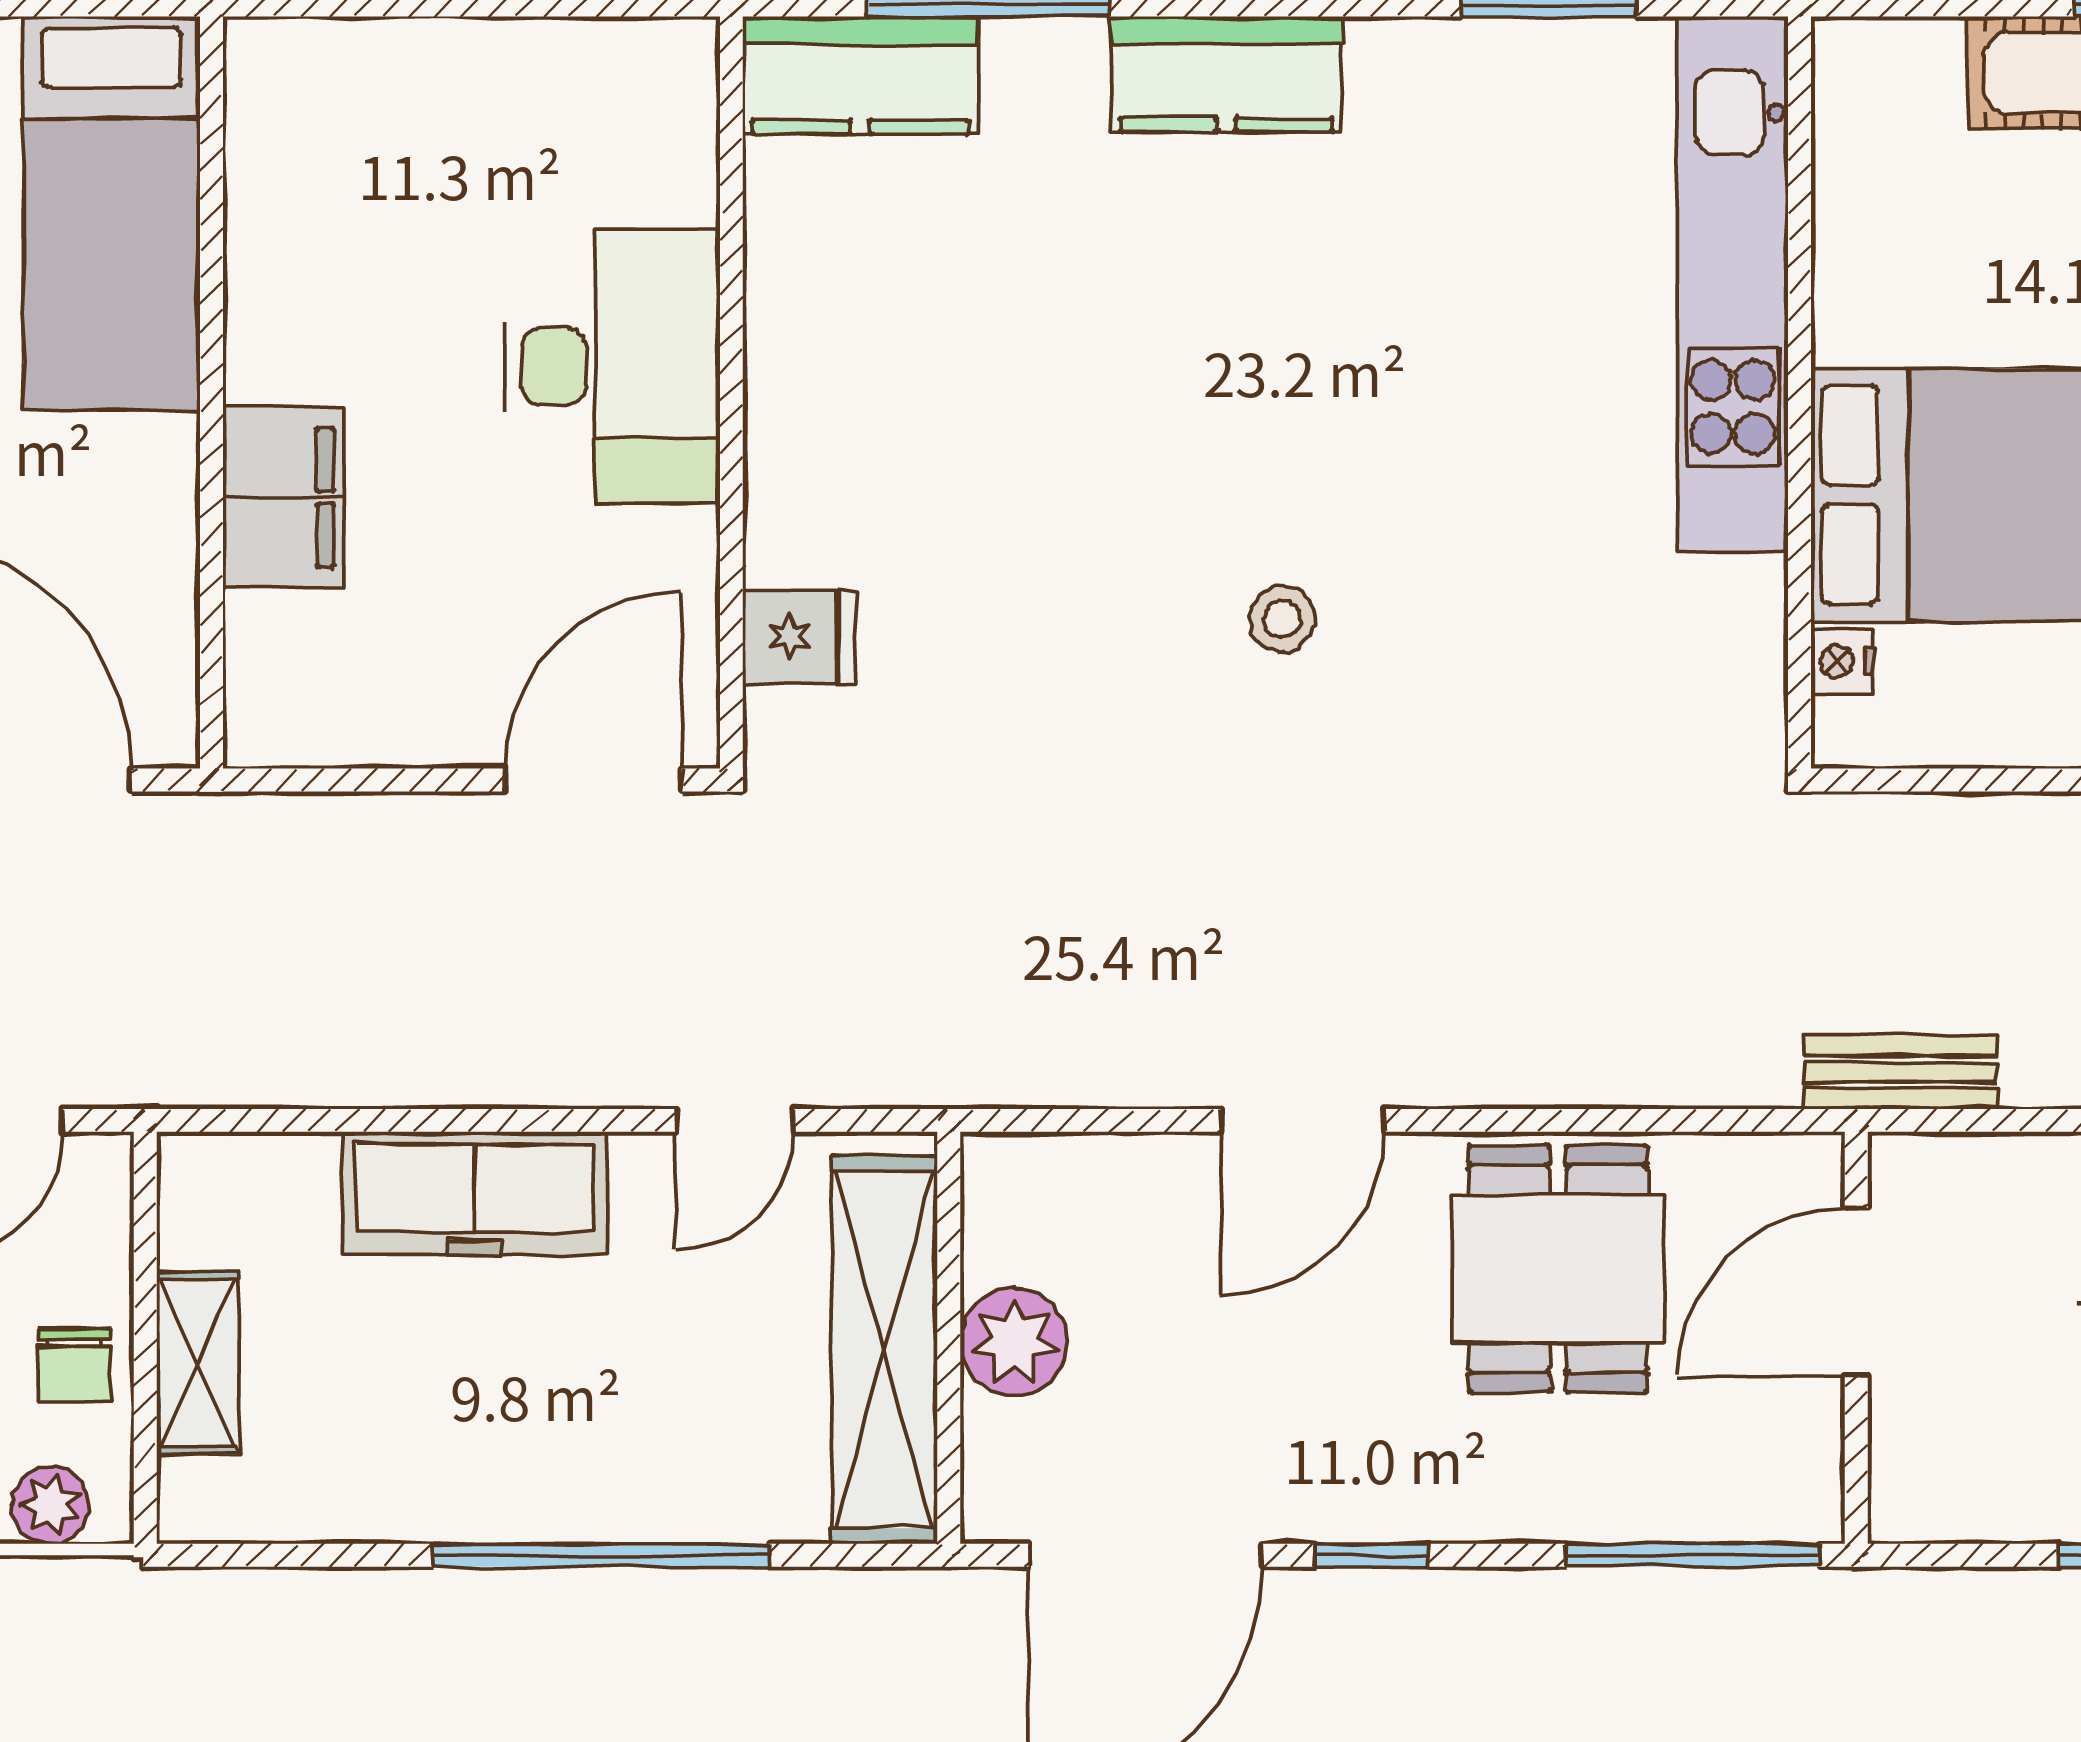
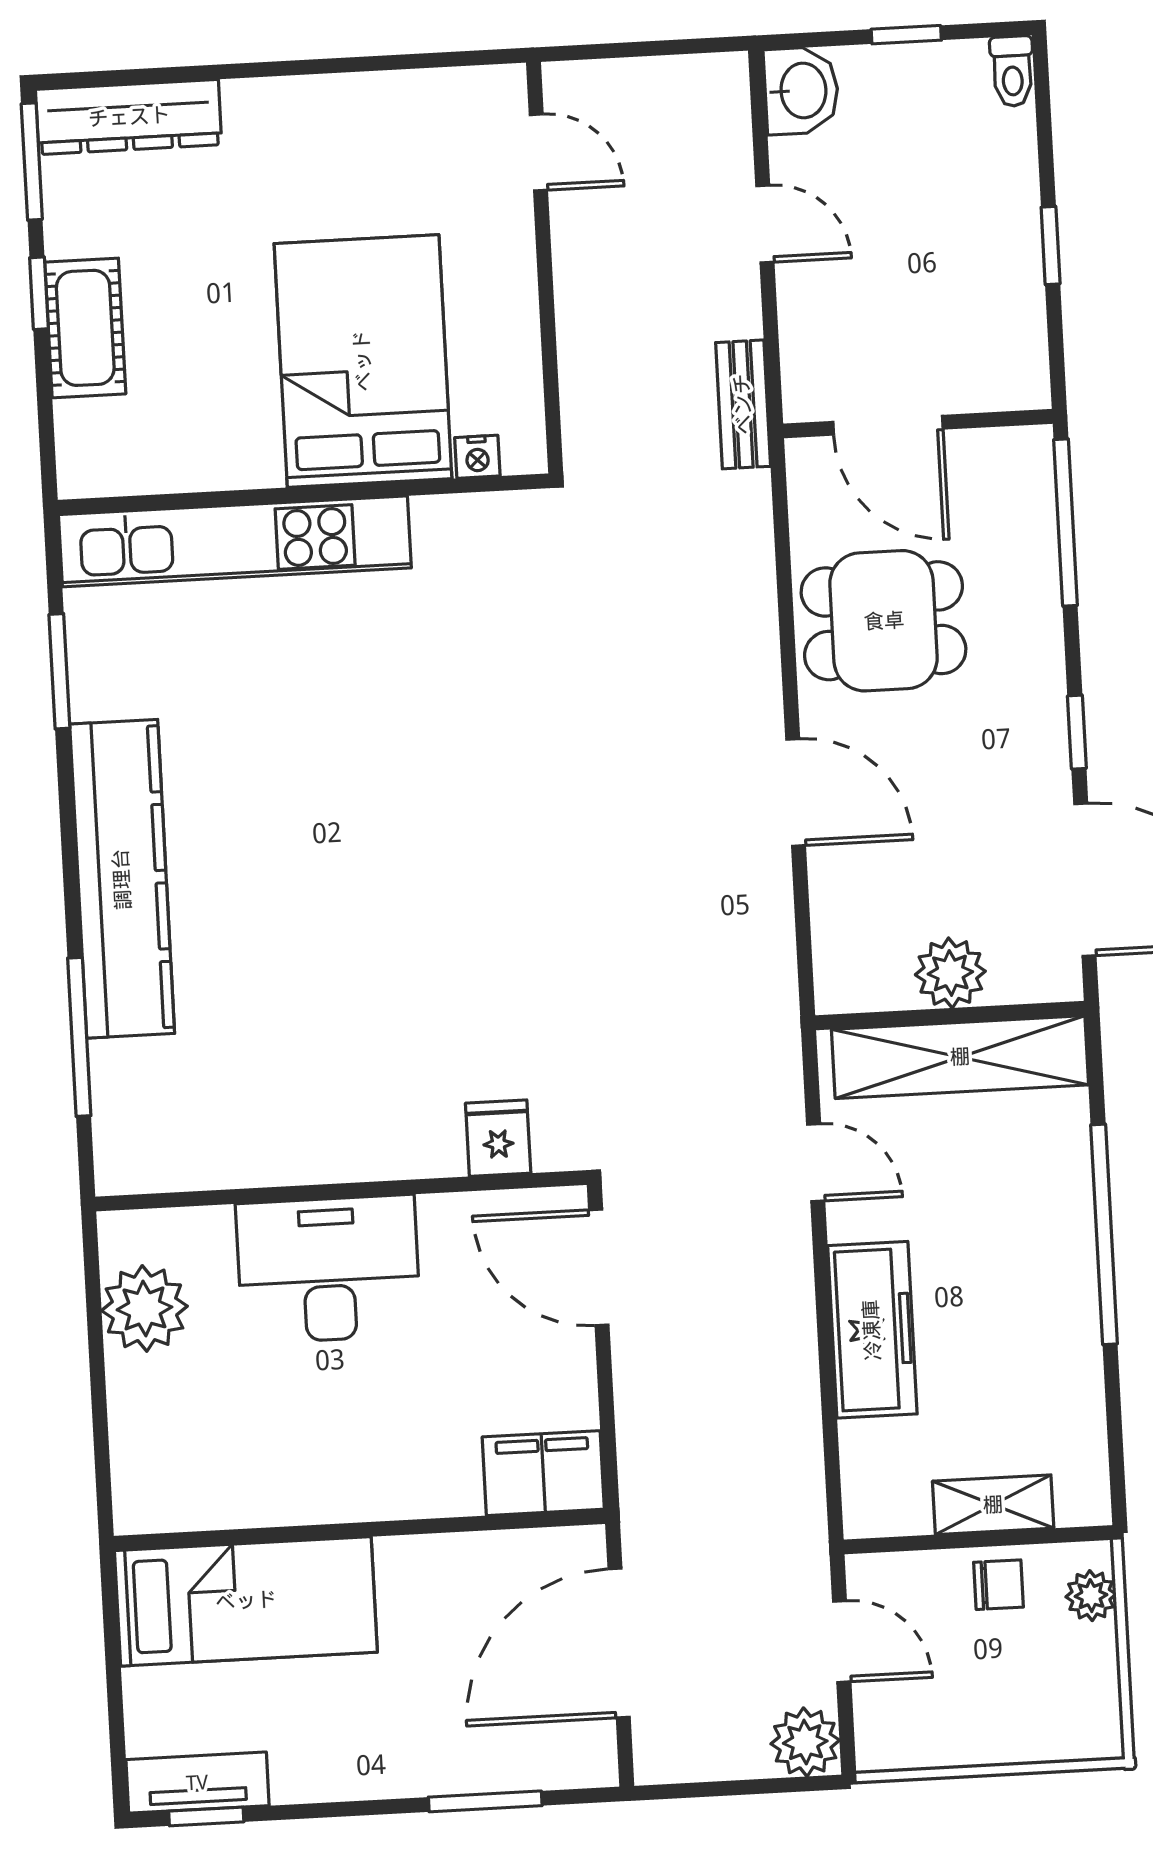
kitchen counter: (1226, 74) -> (122, 879), width x2.08, depth x1.17
kitchen counter: (860, 75) -> (130, 1118), removed
plant: (568, 82) -> (144, 1308), added
filing cabinet: (283, 498) -> (543, 1473), moved
stool: (1282, 619) -> (469, 823), removed

